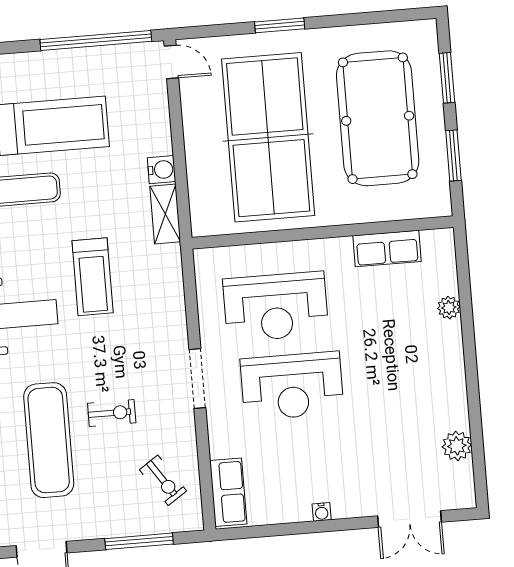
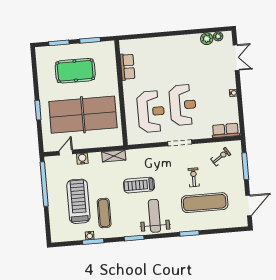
door: (171, 62) -> (66, 152), moved
pool table: (378, 118) -> (75, 71), width x0.73, depth x0.76
water cooler: (162, 170) -> (82, 159), moved
treadmill: (93, 277) -> (139, 185), turned 180
plant: (449, 308) -> (218, 36), moved

